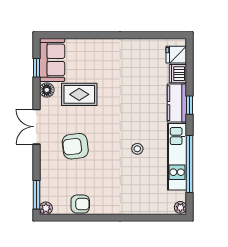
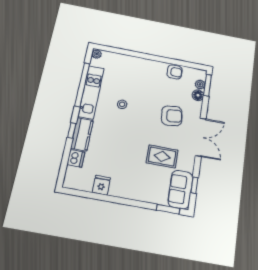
window: (63, 35) -> (168, 209), added
fridge: (176, 55) -> (101, 185), moved, turned -90
floor lamp: (47, 90) -> (198, 95), moved
double door: (37, 127) -> (201, 137), width x1.37
armchair: (80, 204) -> (175, 72), turned 180
plant: (46, 208) -> (200, 84), moved

